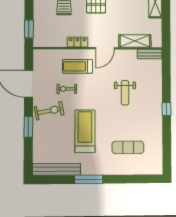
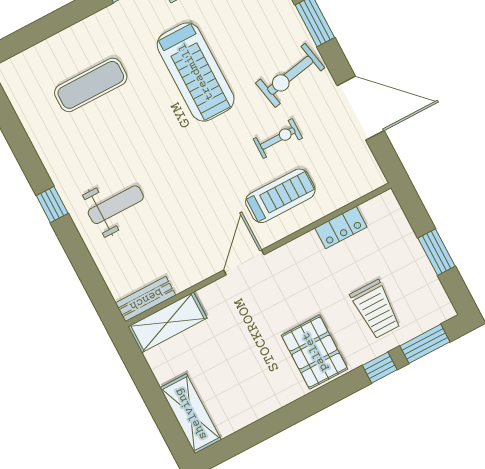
window: (29, 29) -> (437, 252), moved
shelving: (135, 41) -> (167, 322), moved
locker: (77, 42) -> (341, 227), moved
weight bench: (125, 93) -> (116, 205), moved, turned 90

